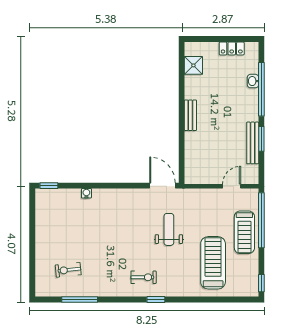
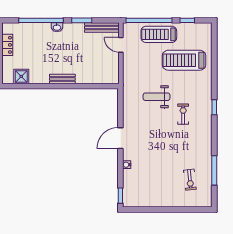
washbasin: (253, 81) -> (57, 27), moved
bench: (253, 143) -> (102, 28), moved
door: (162, 186) -> (120, 138), moved
treadmill: (244, 232) -> (159, 34), turned 180
exercise bike: (144, 277) -> (183, 114), moved
window: (261, 283) -> (187, 20), moved

